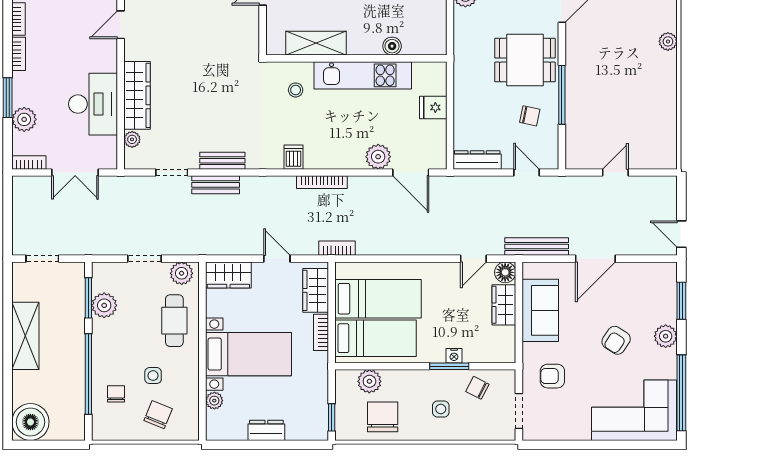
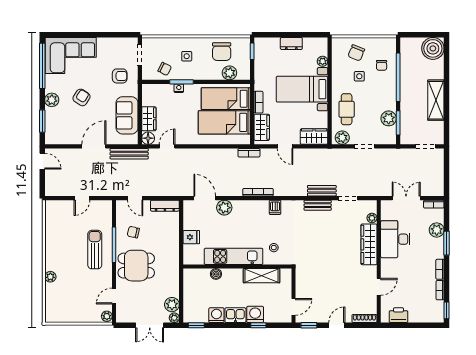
sun lounger: (594, 87) -> (95, 250), added

